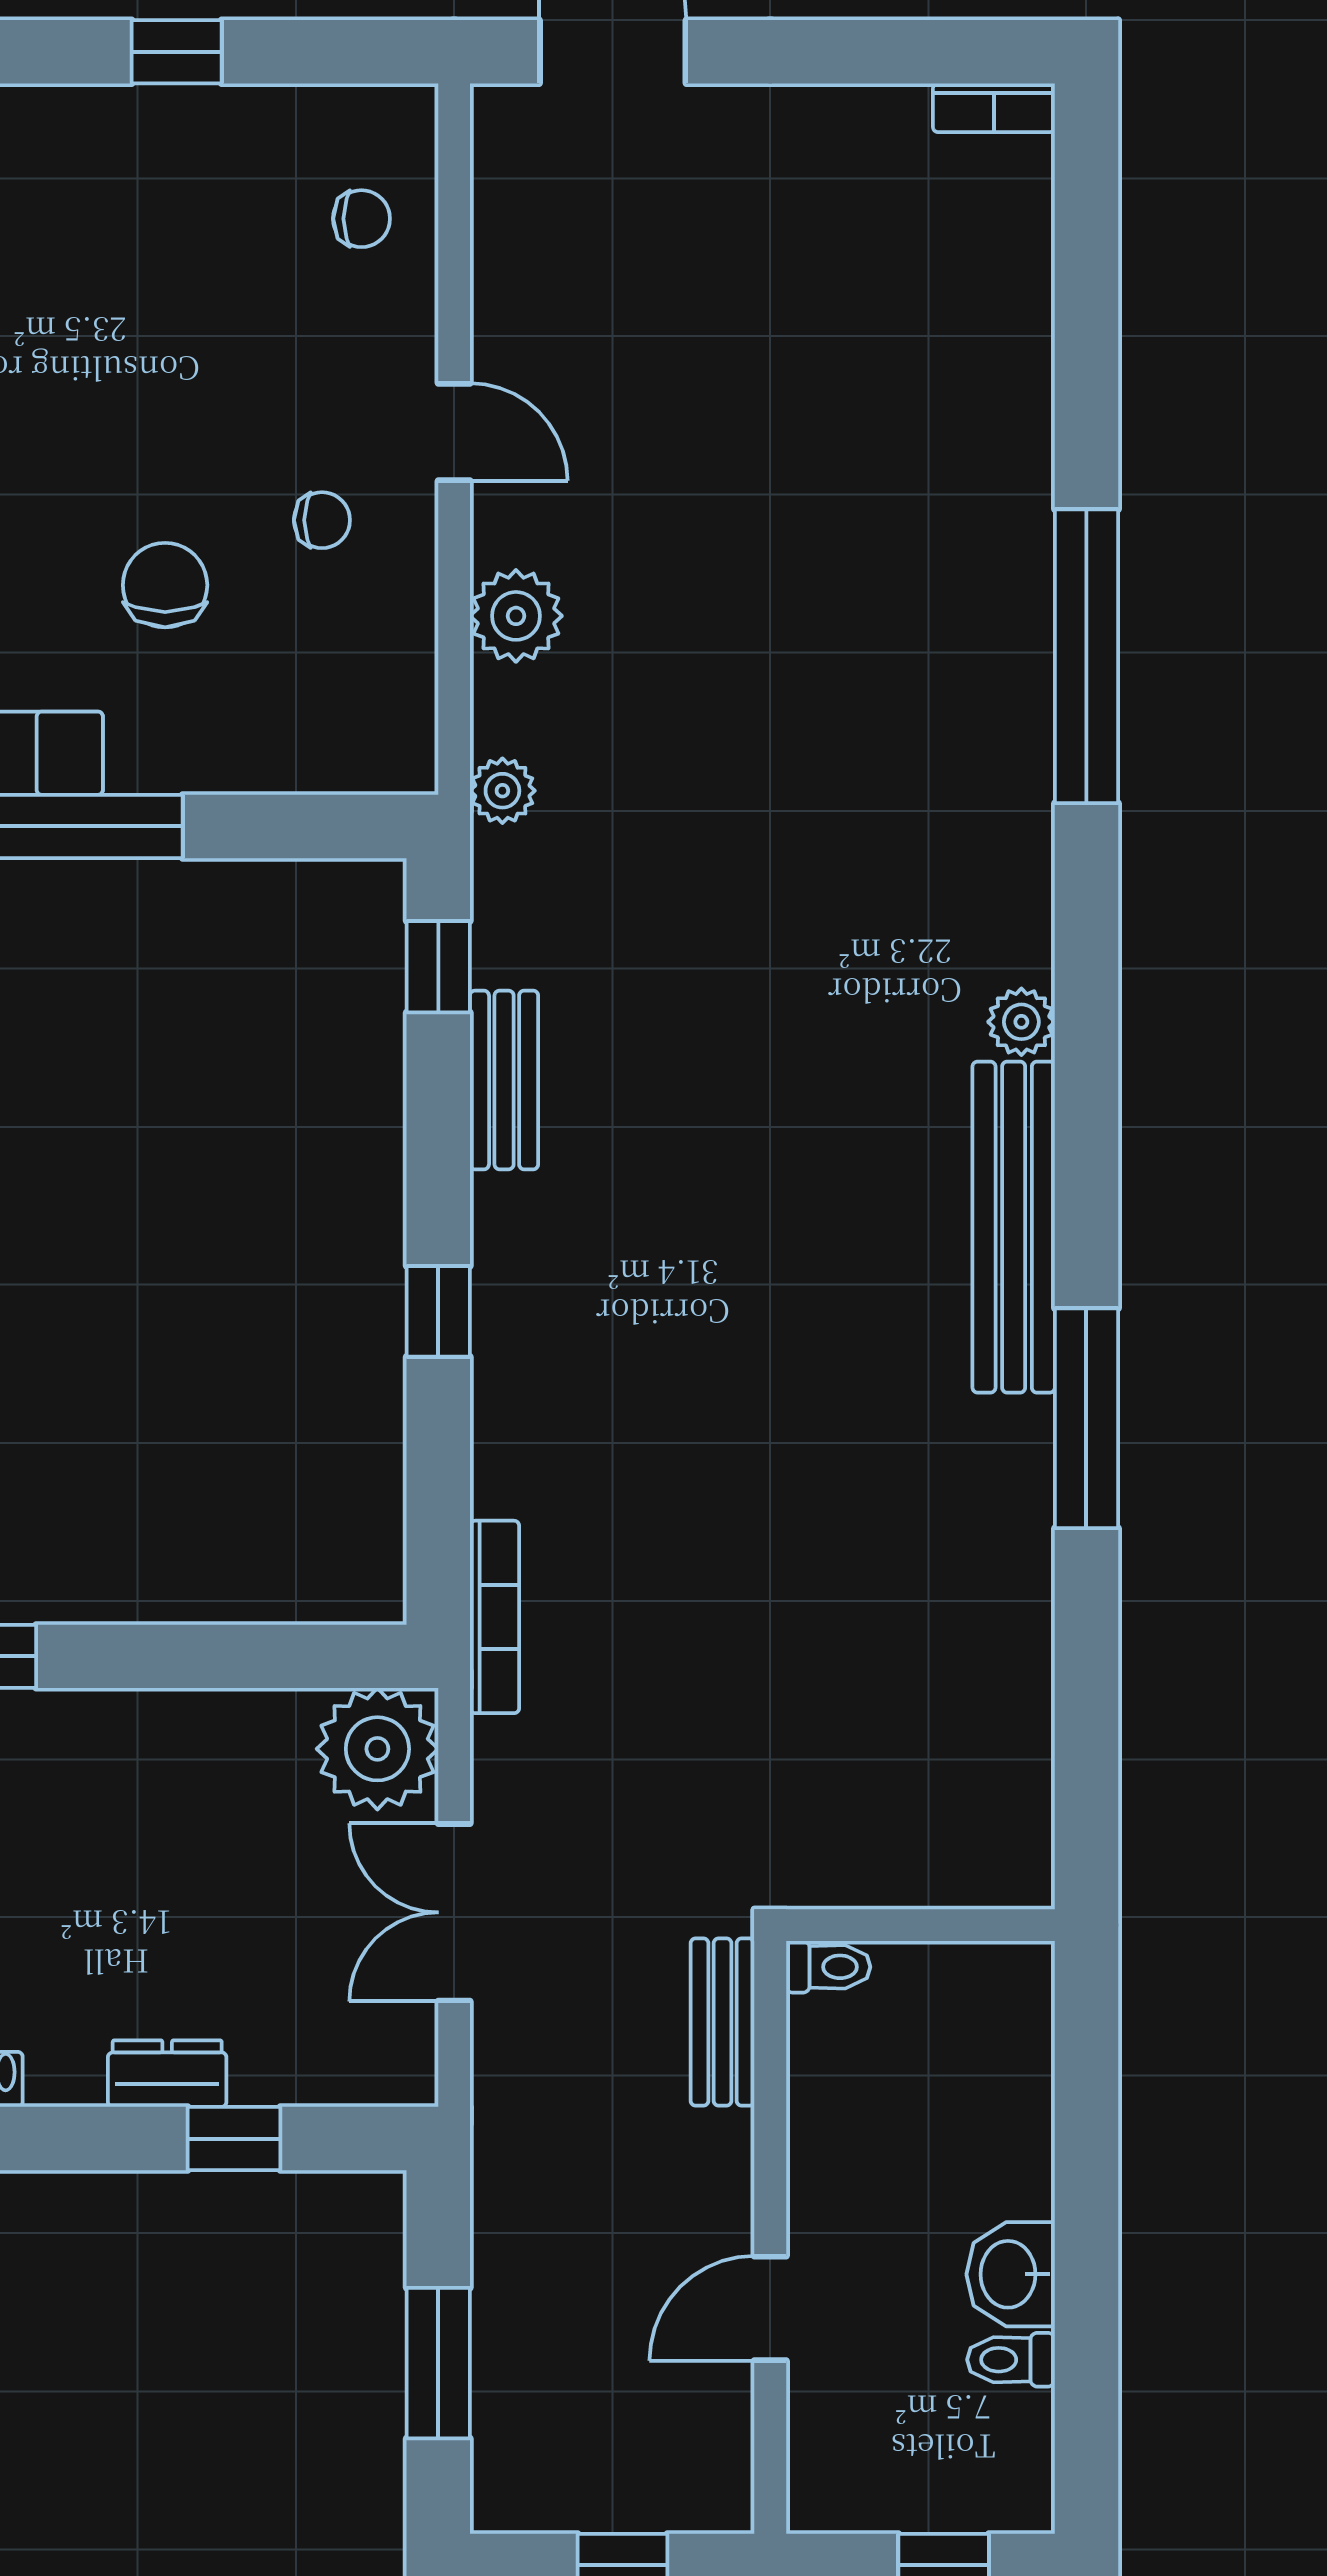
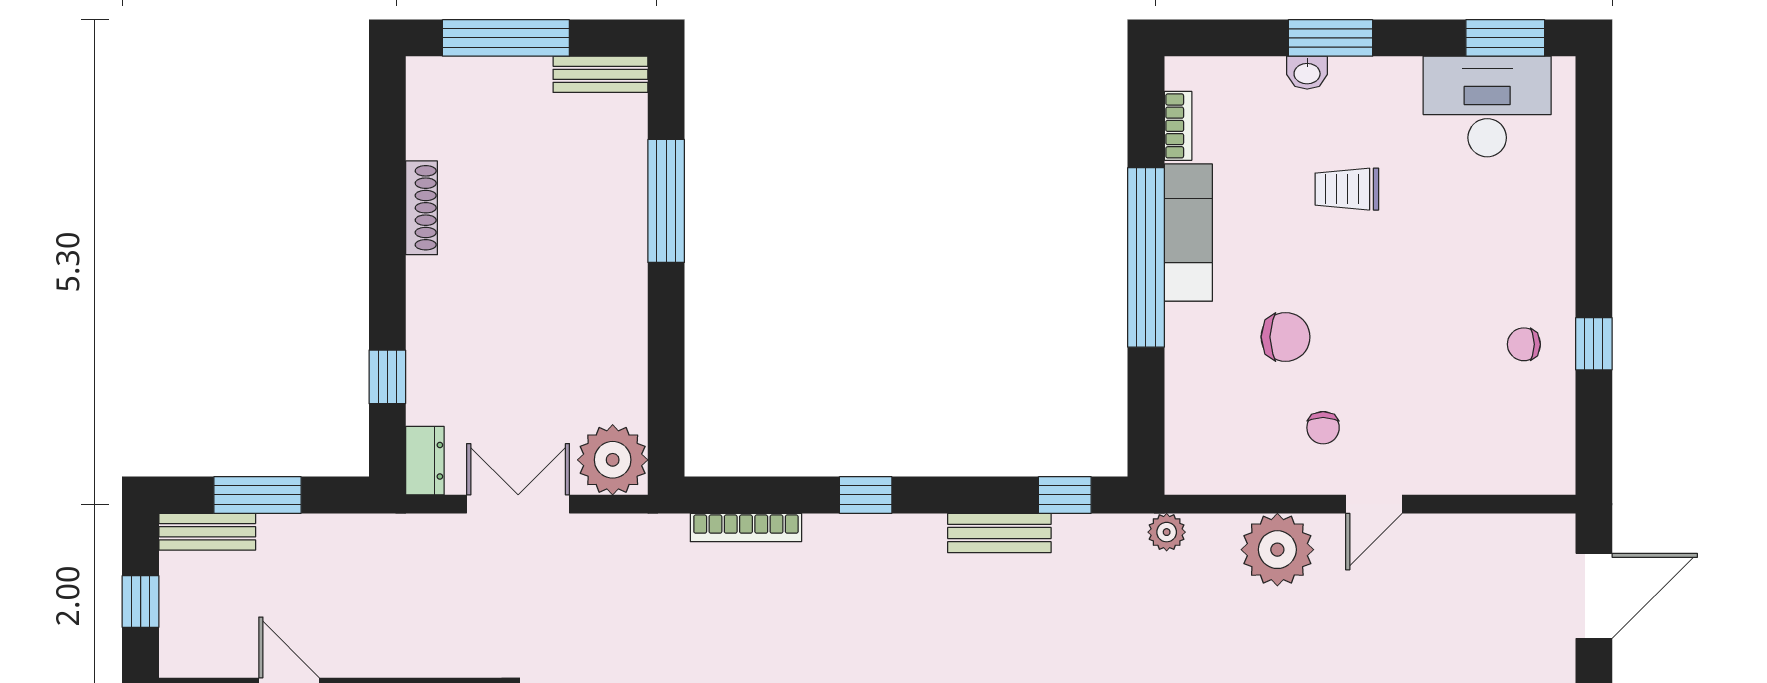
chair: (361, 219) -> (1524, 344), moved, turned 90
plant: (516, 616) -> (1277, 550), width x1.36, depth x1.36
bookcase: (495, 1617) -> (746, 528), moved
bench: (723, 2022) -> (207, 532), moved
dresser: (167, 2074) -> (425, 461), moved

